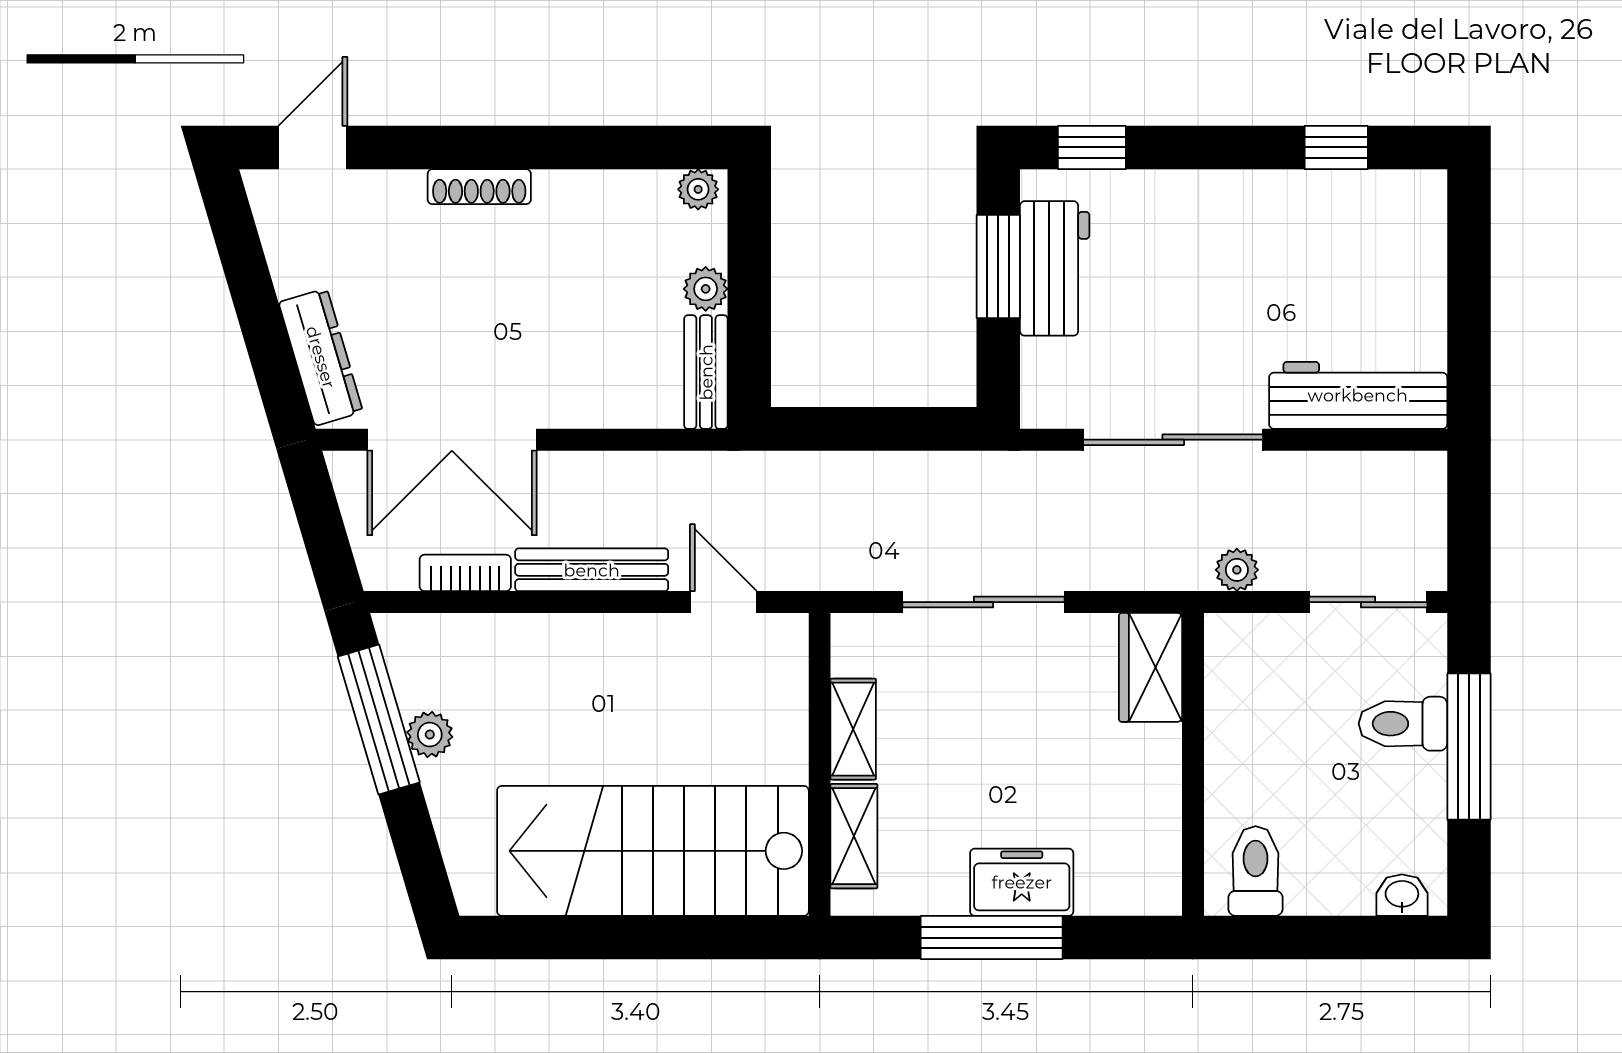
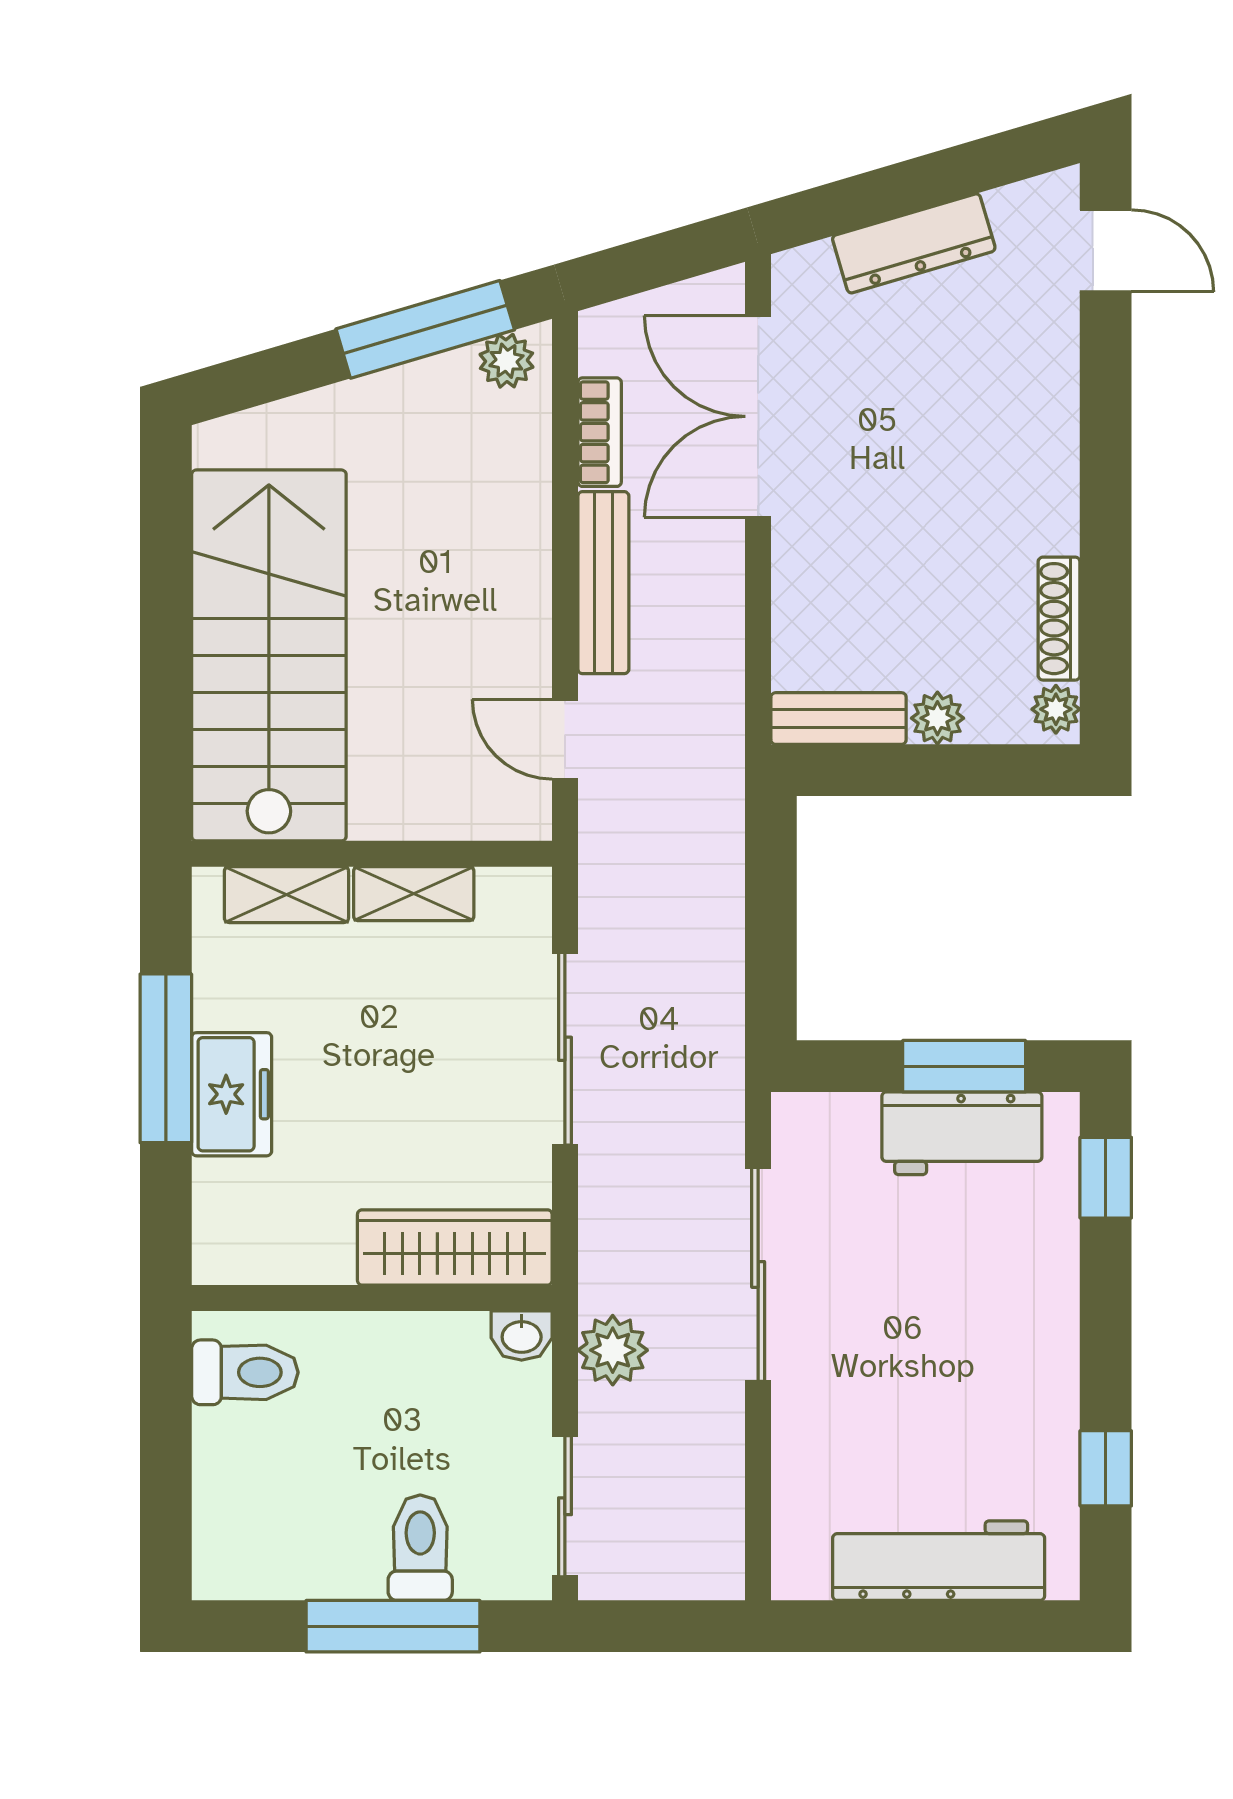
shoe rack: (479, 187) -> (1059, 619), moved
dresser: (321, 357) -> (914, 243), moved
workbench: (1358, 395) -> (939, 1561), moved, turned -90
plant: (1237, 570) -> (613, 1350), width x1.38, depth x1.38
door: (723, 602) -> (565, 739), swing flipped
wardrobe: (1151, 667) -> (455, 1247), width x1.50
plant: (430, 735) -> (506, 361), moved
washbasin: (1402, 895) -> (522, 1335), moved, turned 90

